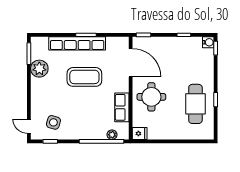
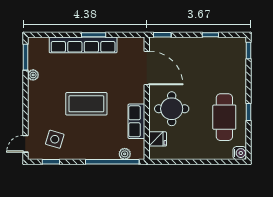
water cooler: (208, 42) -> (240, 153), moved
plant: (39, 69) -> (33, 75), width x0.53, depth x0.53
coffee table: (84, 77) -> (86, 104), moved
door: (29, 126) -> (25, 144), hinge flipped
fridge: (140, 133) -> (158, 139), moved

